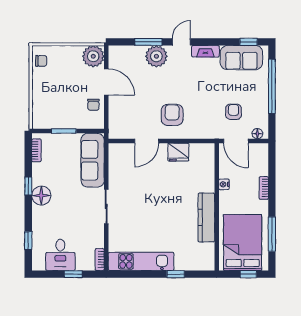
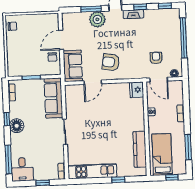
window: (215, 42) -> (140, 7), added
plant: (93, 56) -> (51, 21), removed
sofa: (241, 58) -> (73, 66), moved, turned -90
door: (106, 82) -> (61, 40), swing flipped
armchair: (172, 115) -> (111, 62), turned -81
fridge: (178, 152) -> (137, 90), moved, turned 90
kitchen counter: (206, 217) -> (140, 149), moved
window: (28, 241) -> (8, 159), width x2.17
bed: (243, 243) -> (162, 154), width x0.67
desk: (60, 255) -> (22, 169), moved

